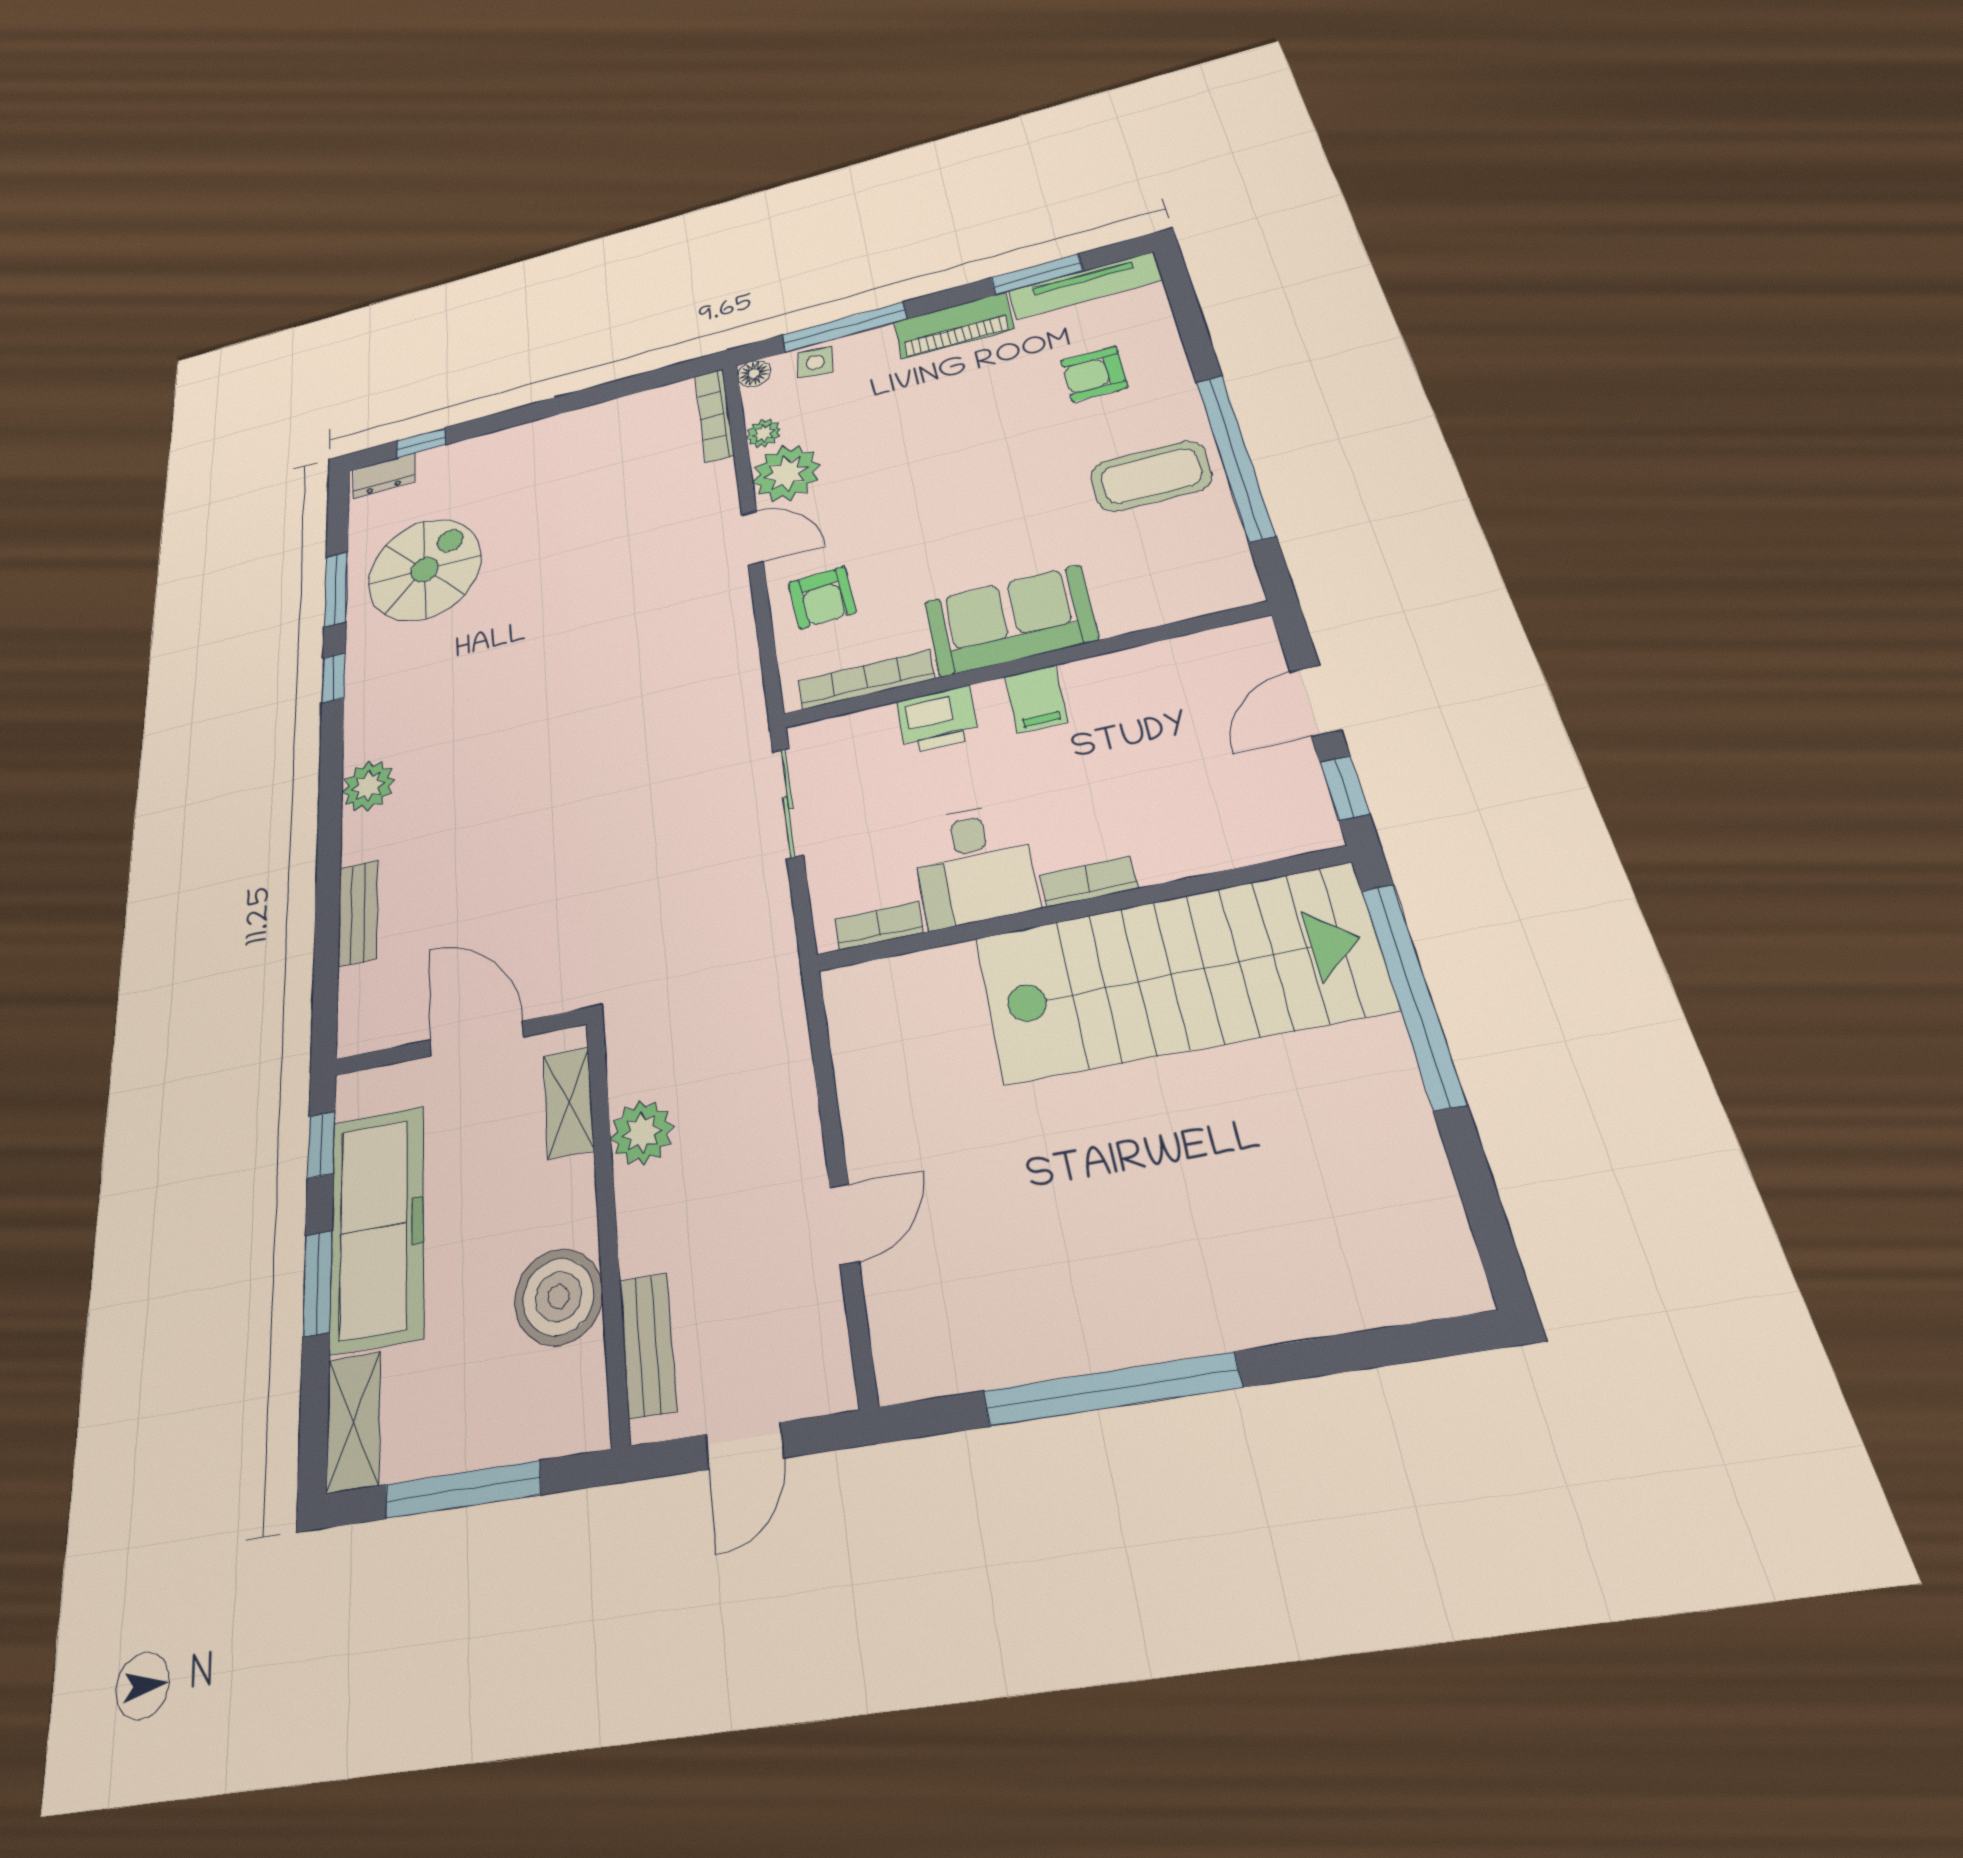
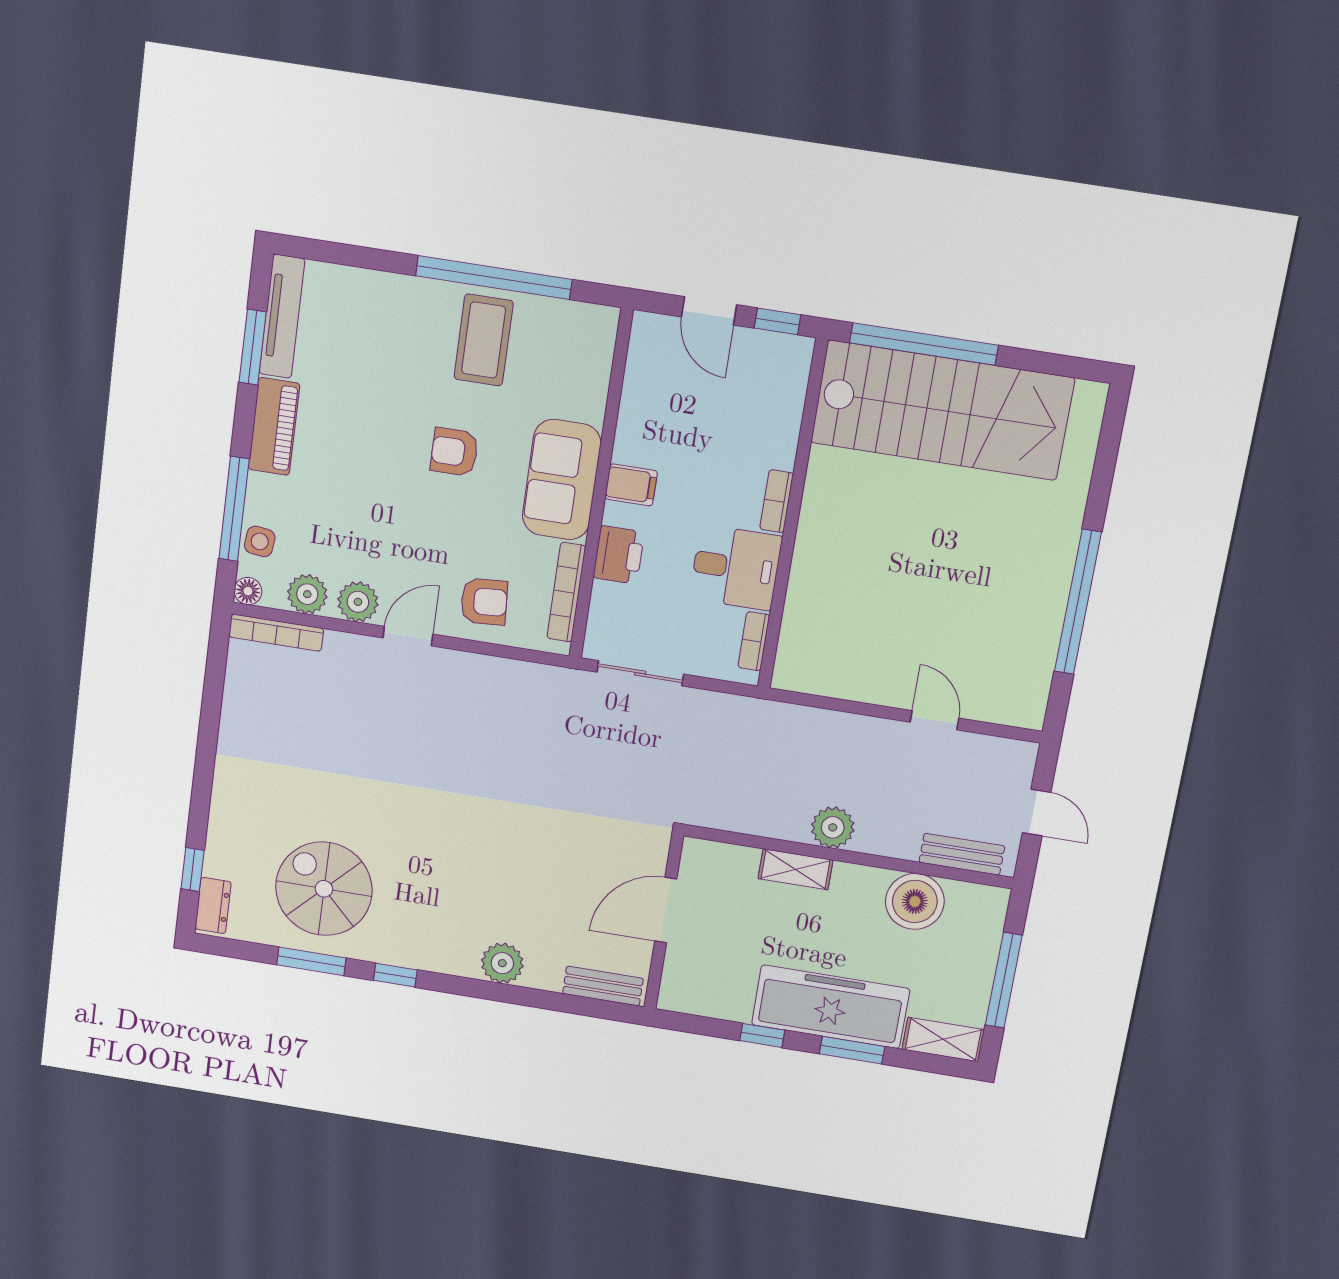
armchair: (1094, 374) -> (454, 452), moved, turned 90
plant: (764, 433) -> (307, 594), width x1.38, depth x1.38
plant: (786, 473) -> (358, 602), width x0.73, depth x0.73
stairs: (1179, 973) -> (942, 410), moved, turned 90
door: (477, 1038) -> (666, 910), moved
wall: (459, 1042) -> (664, 922), moved

